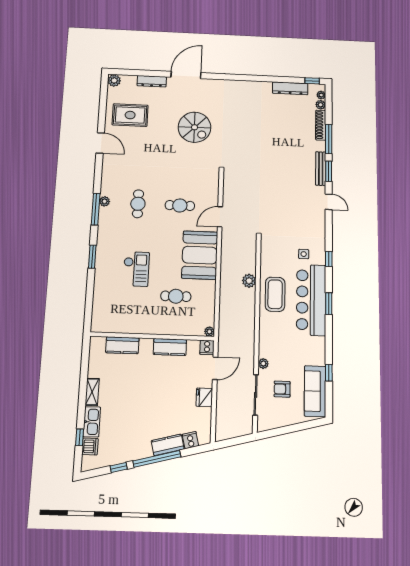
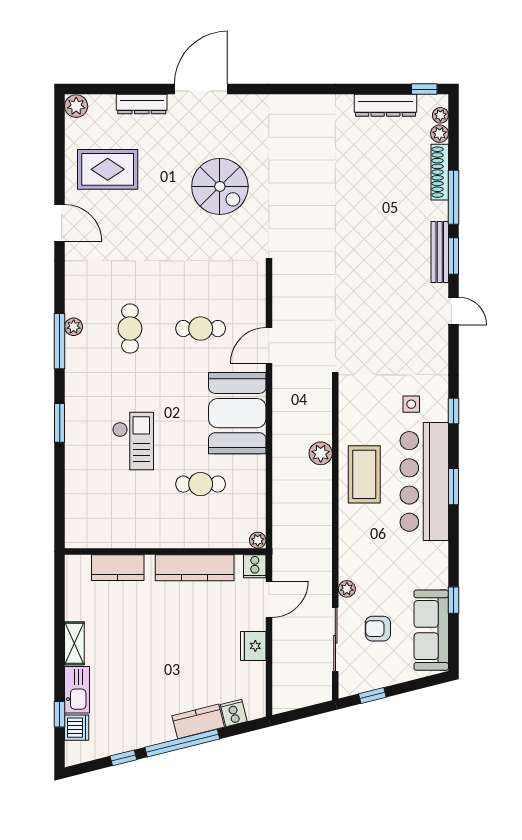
kitchen counter: (170, 347) -> (195, 568), width x1.50
window: (278, 432) -> (372, 695), added

